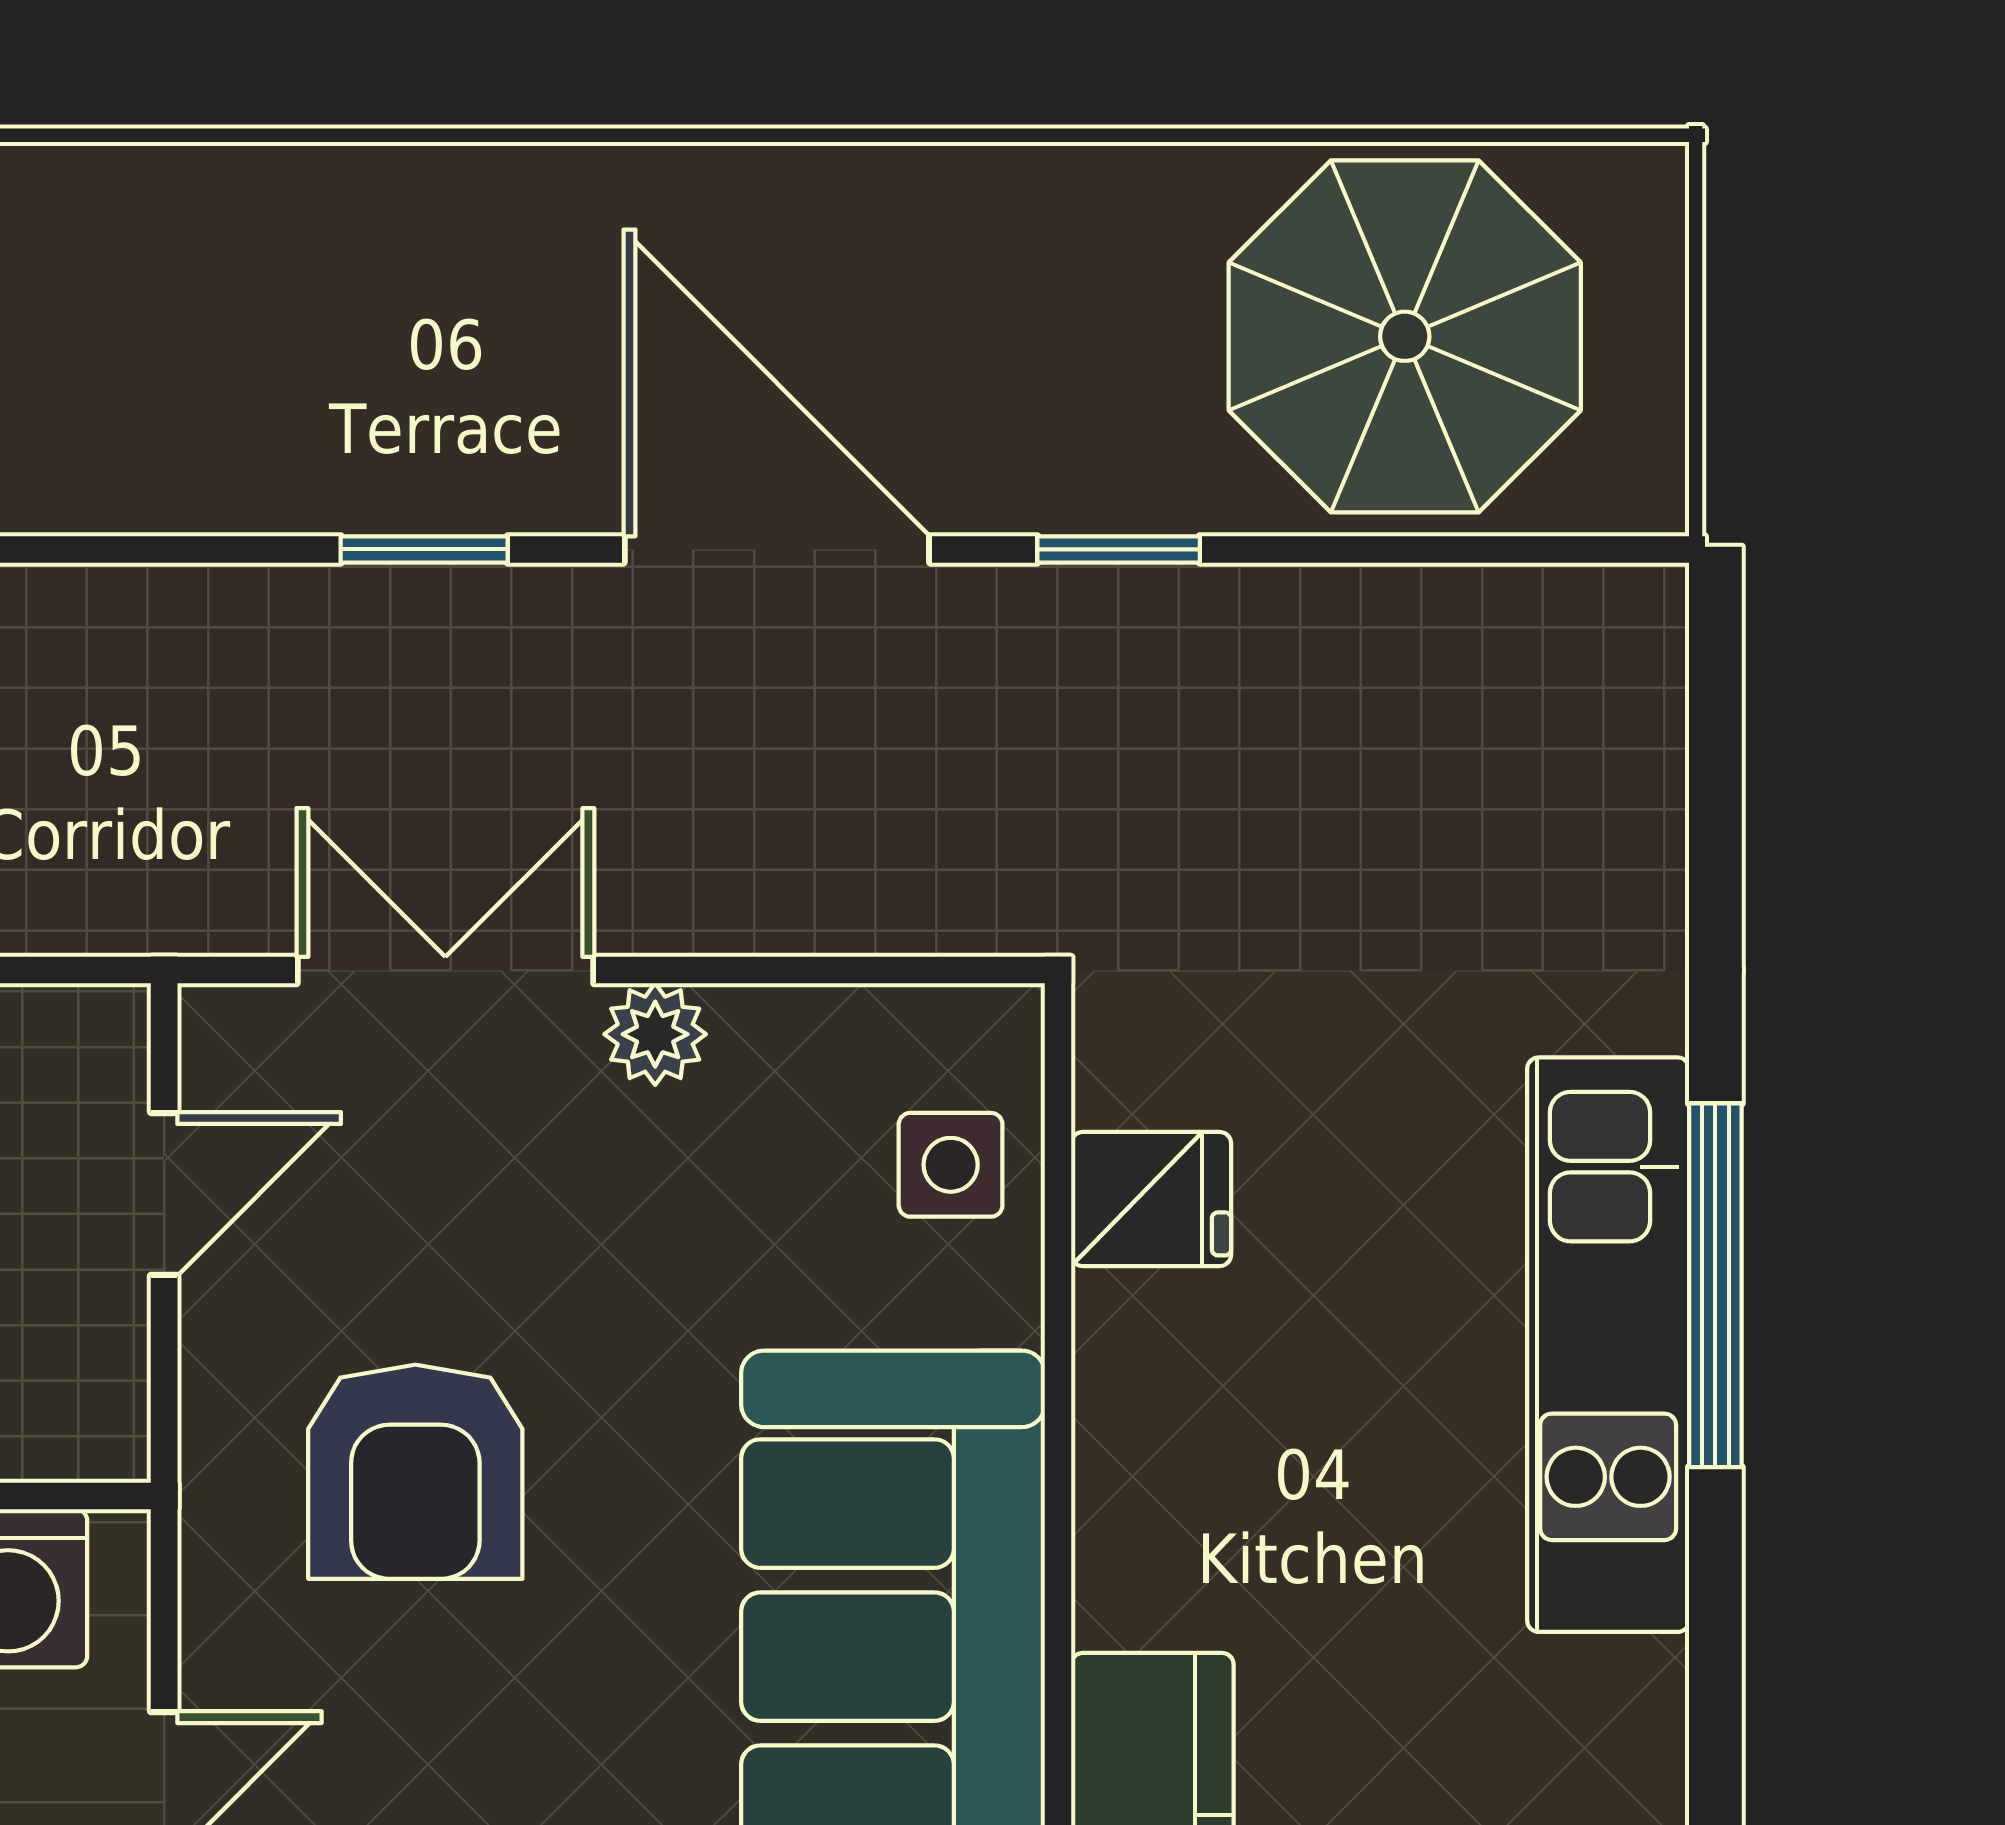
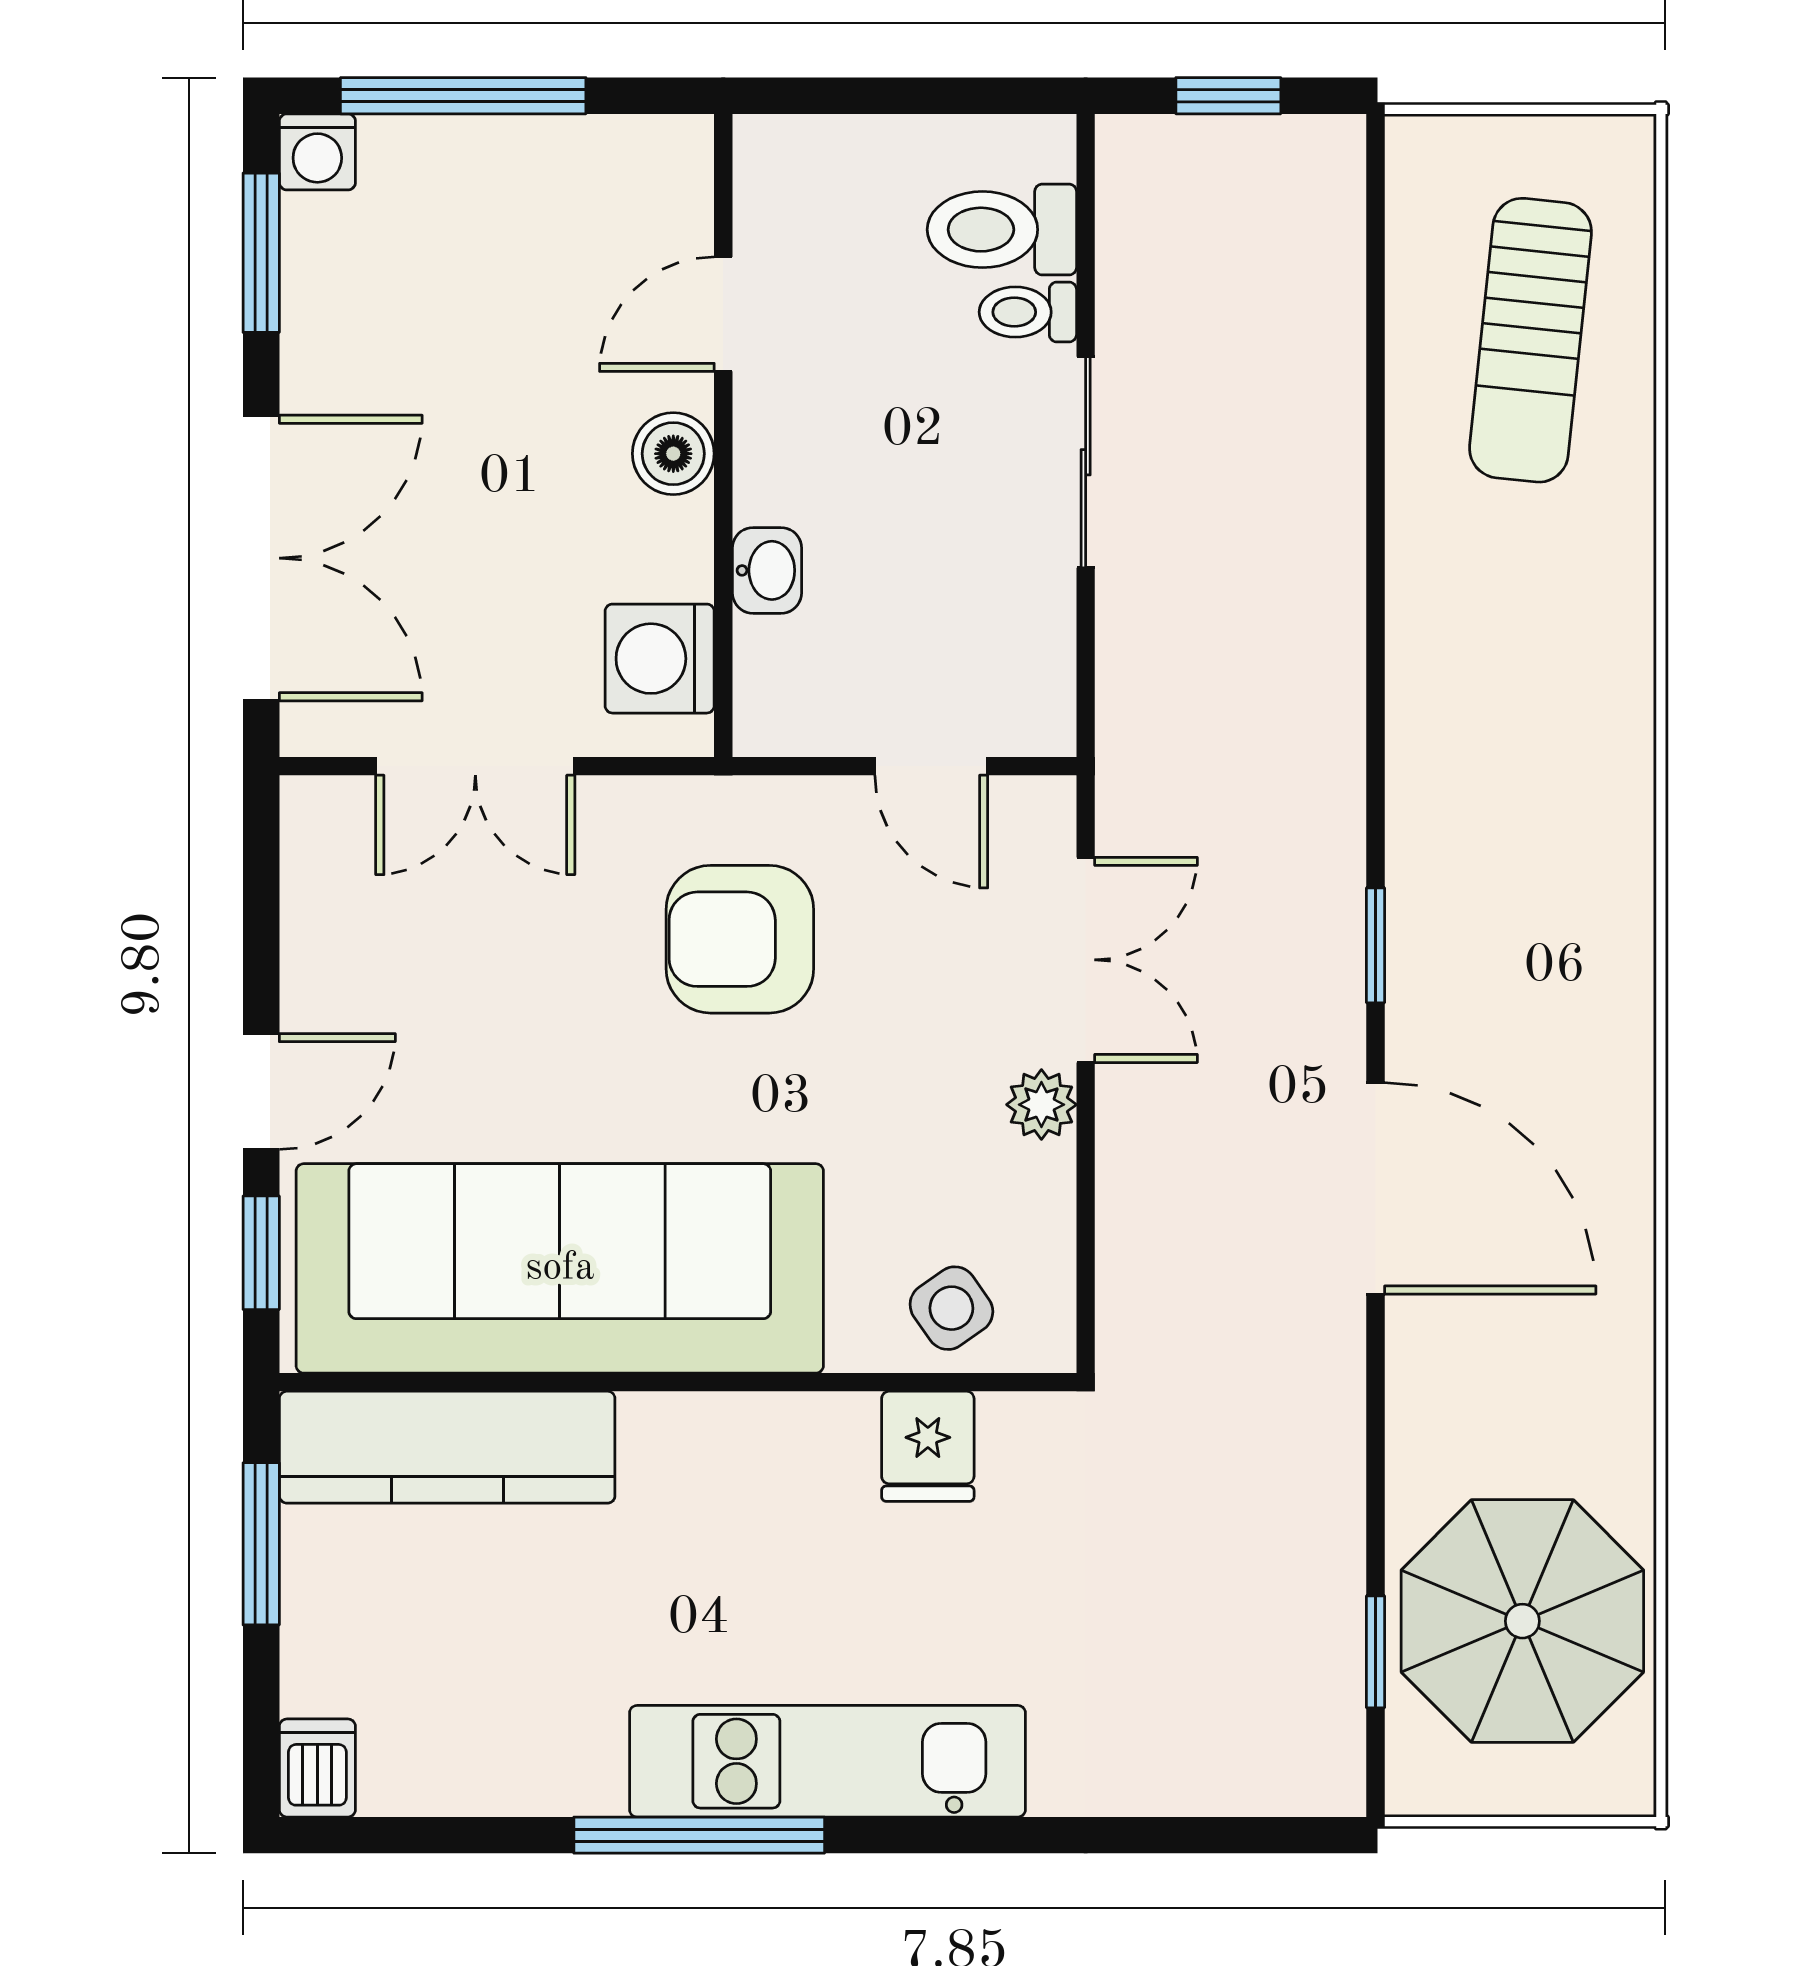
door: (777, 549) -> (1376, 1188), hinge flipped
window: (1119, 549) -> (1376, 1652), moved
side table: (951, 1165) -> (951, 1308), turned -35
window: (1715, 1285) -> (699, 1835), moved

